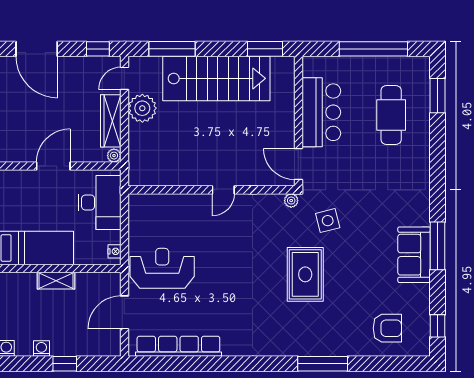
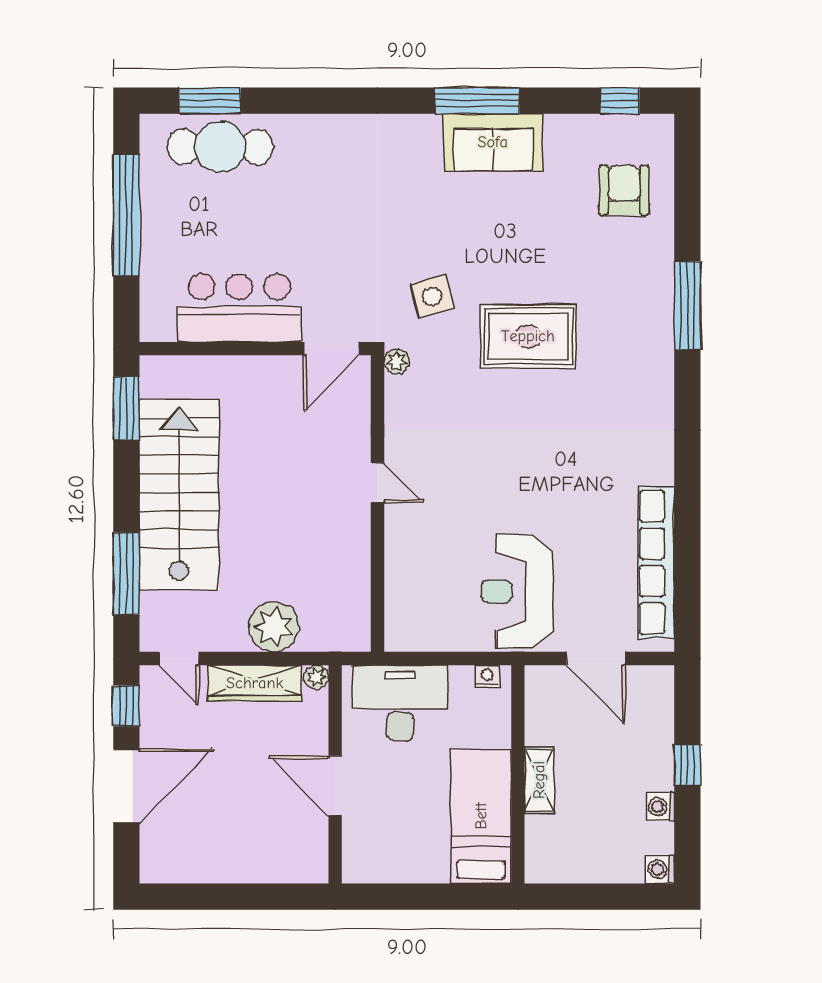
door: (37, 49) -> (126, 786), moved
plant: (142, 108) -> (274, 627), moved
cafe table: (391, 115) -> (220, 147), moved

